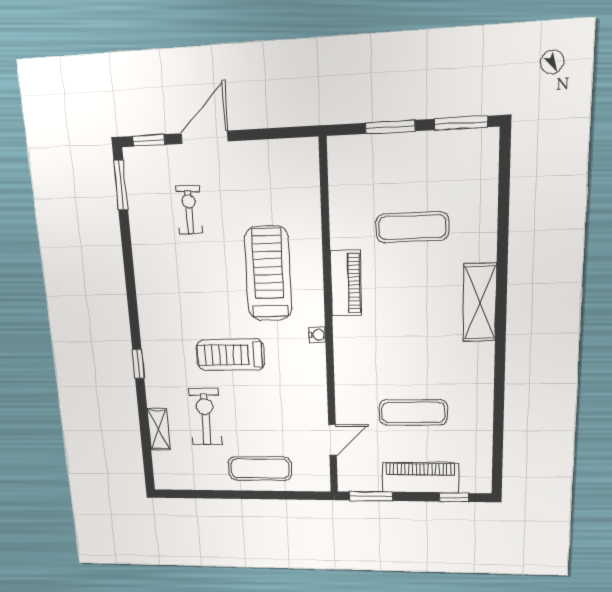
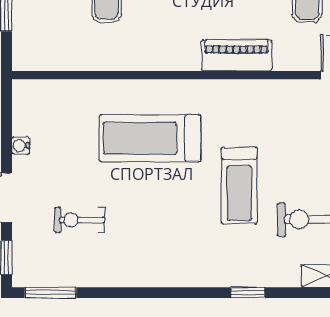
piano: (346, 283) -> (236, 55), moved
water cooler: (317, 335) -> (21, 146), moved, turned -90

